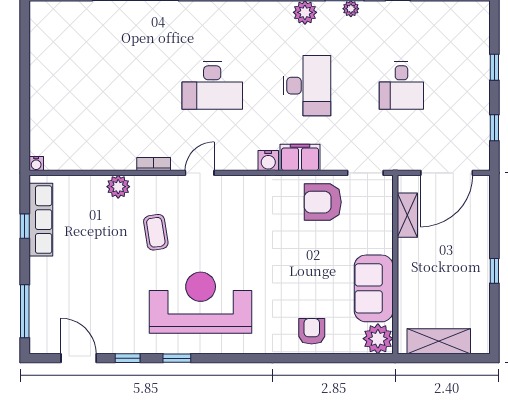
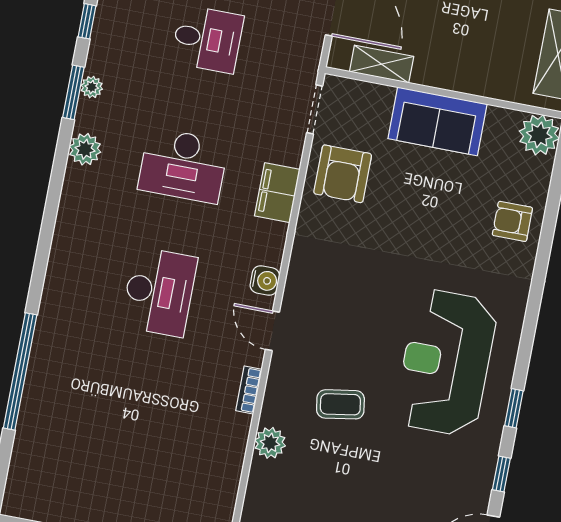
desk: (307, 86) -> (183, 165), turned 180
water cooler: (268, 161) -> (265, 280), moved
sofa: (374, 288) -> (437, 121), moved

